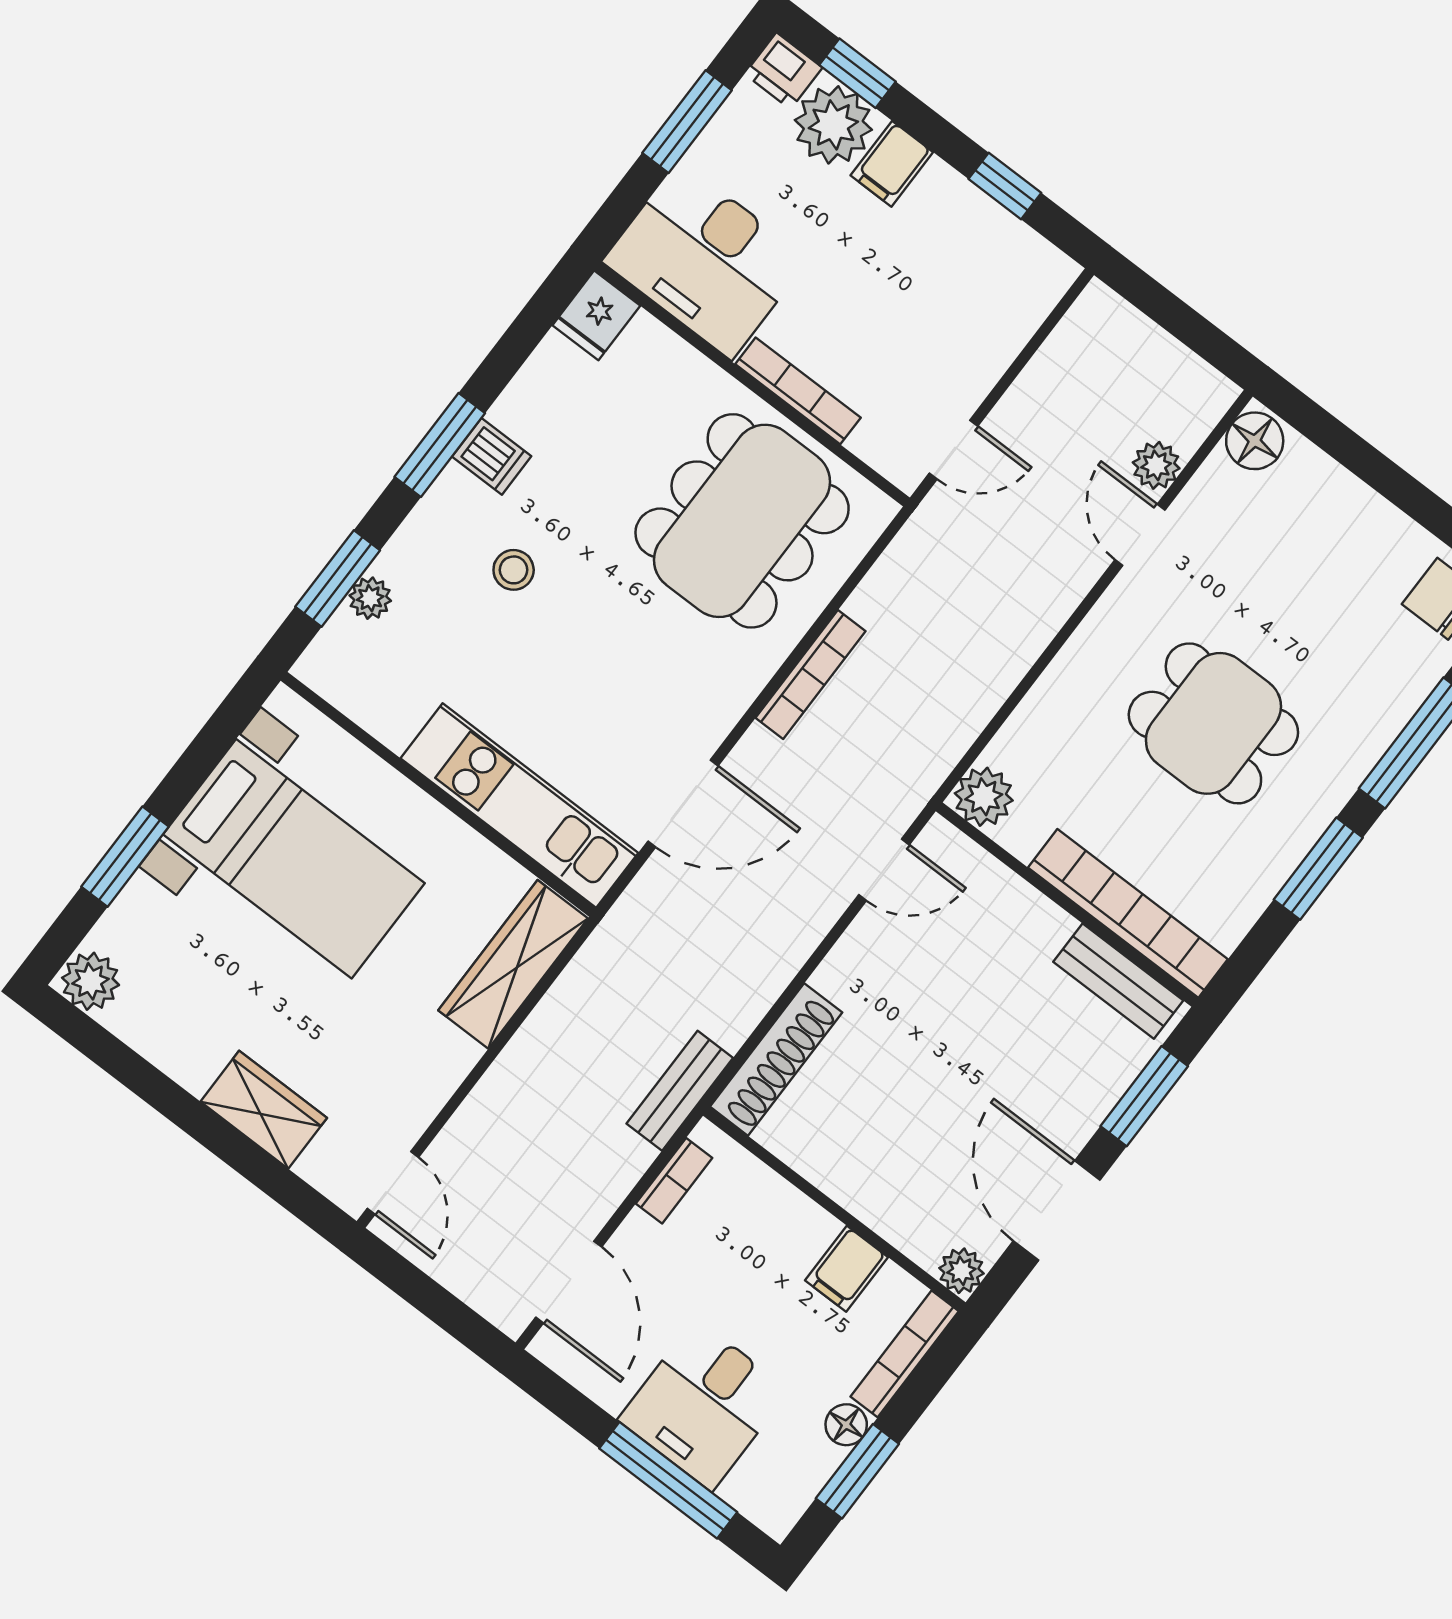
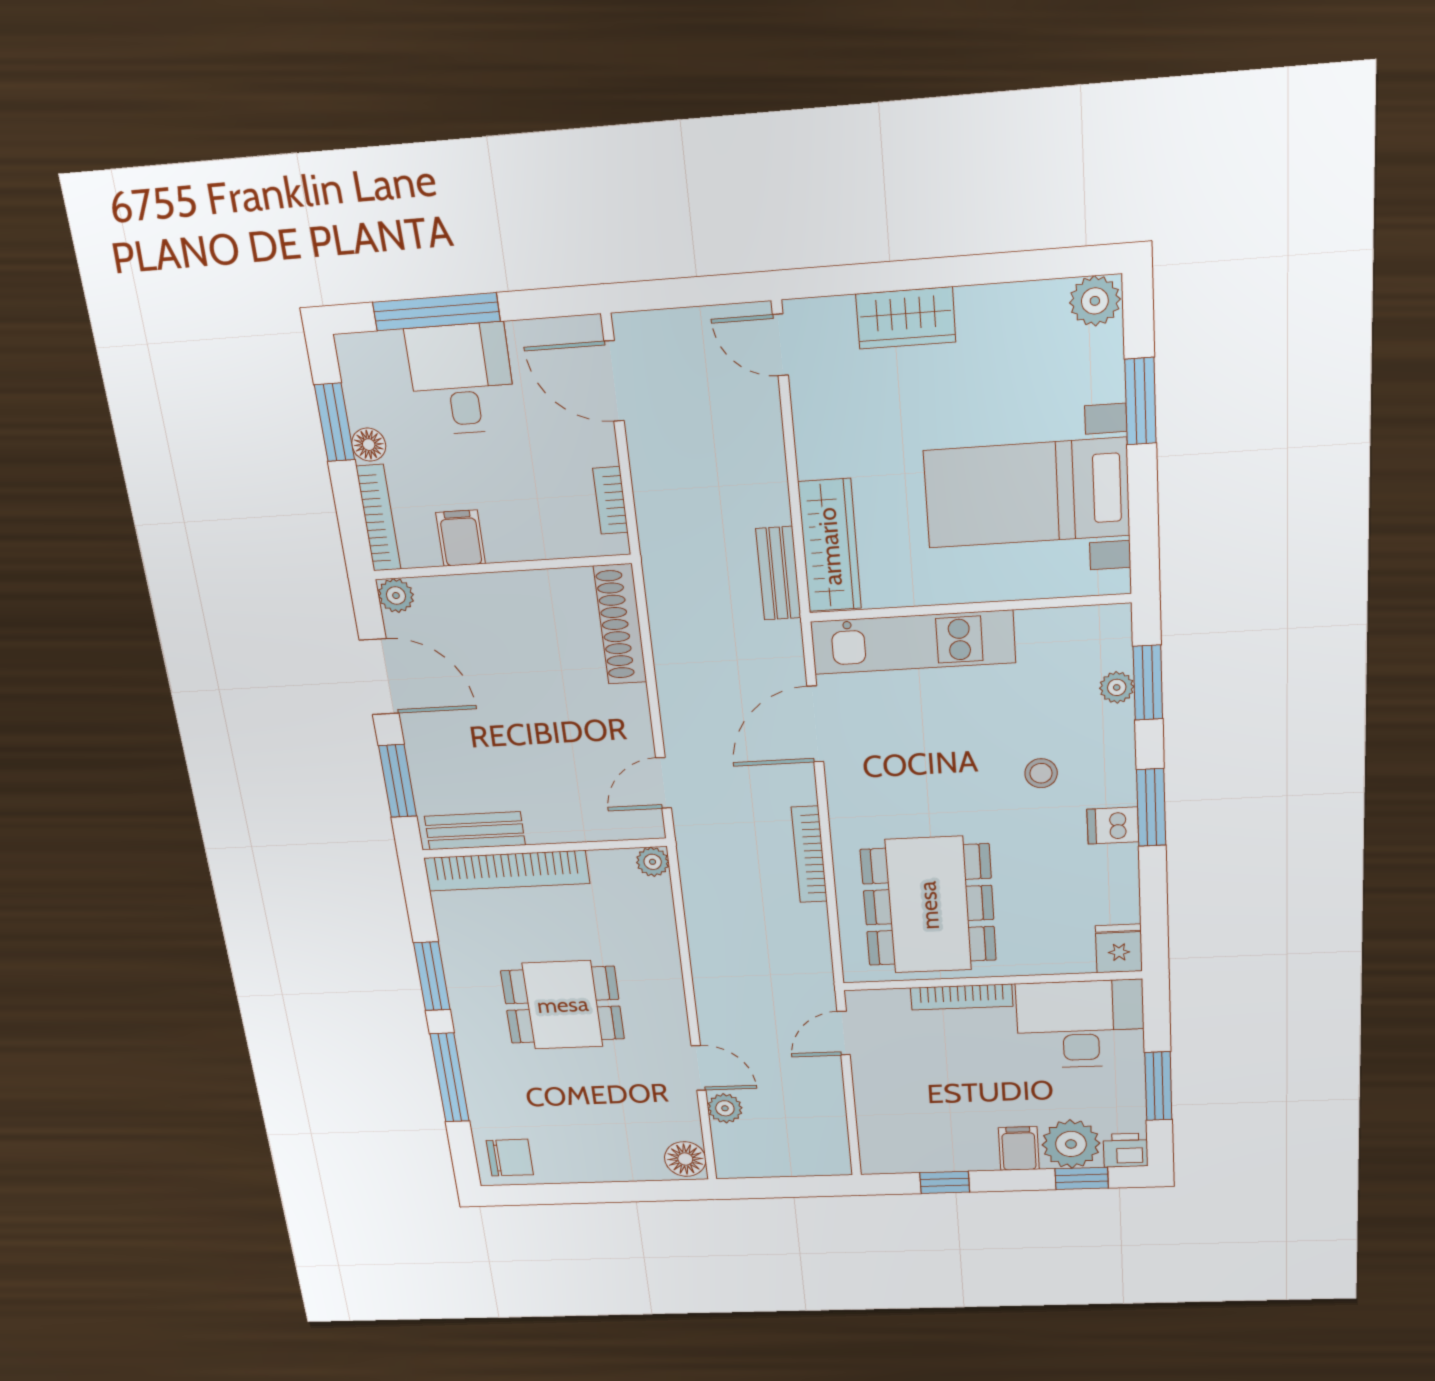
plant: (984, 797) -> (653, 862), width x0.73, depth x0.73
bench: (680, 1091) -> (778, 573), moved

